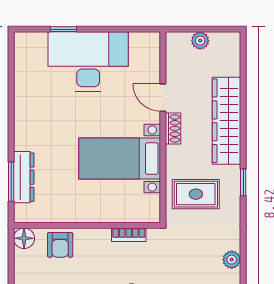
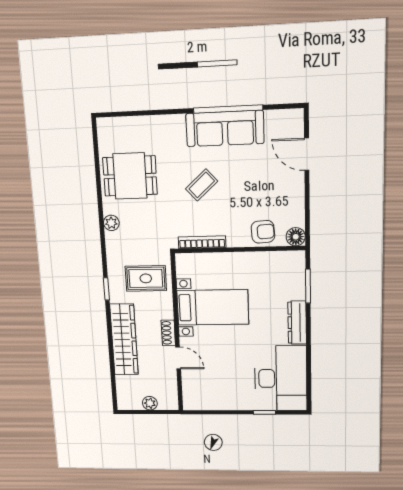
desk: (88, 62) -> (281, 378), moved, turned -90
dresser: (24, 177) -> (297, 323), moved
bookcase: (129, 235) -> (202, 242), width x1.56
armchair: (60, 245) -> (263, 232), turned 86

